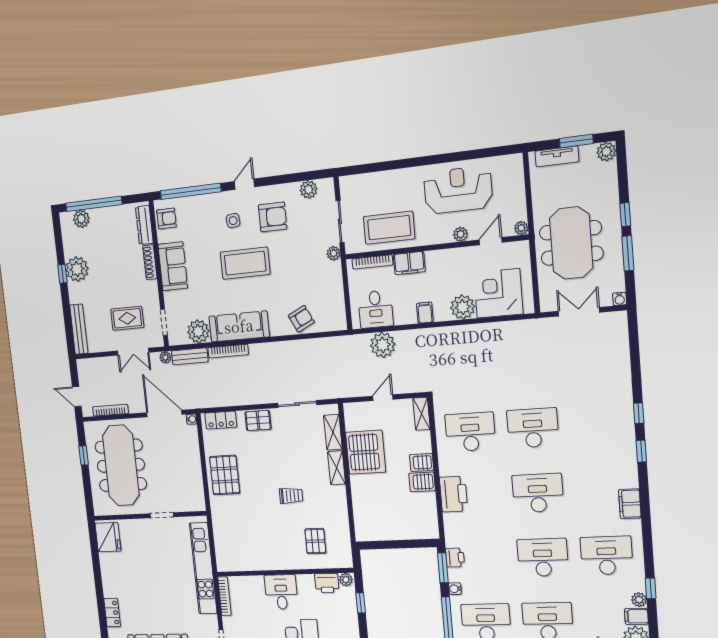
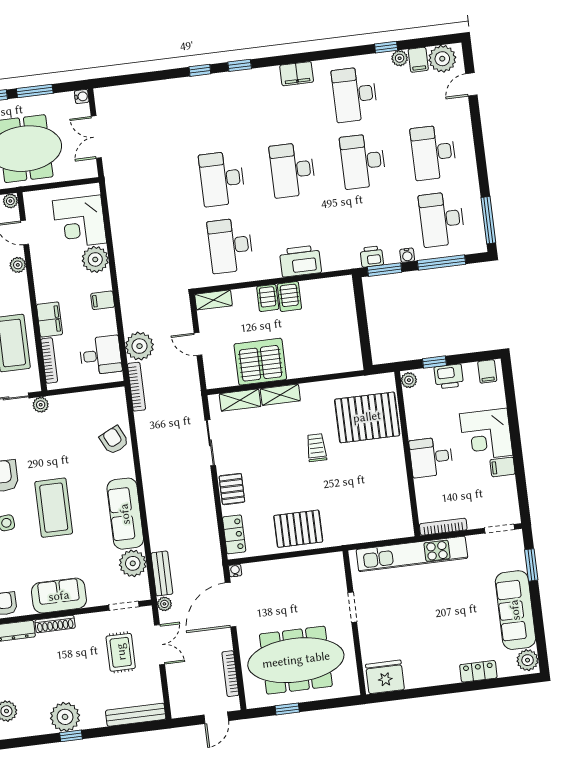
bookcase: (228, 351) -> (136, 387), moved
pallet: (315, 541) -> (367, 417), width x2.05, depth x2.00
printer: (327, 583) -> (449, 376), moved, turned 90

